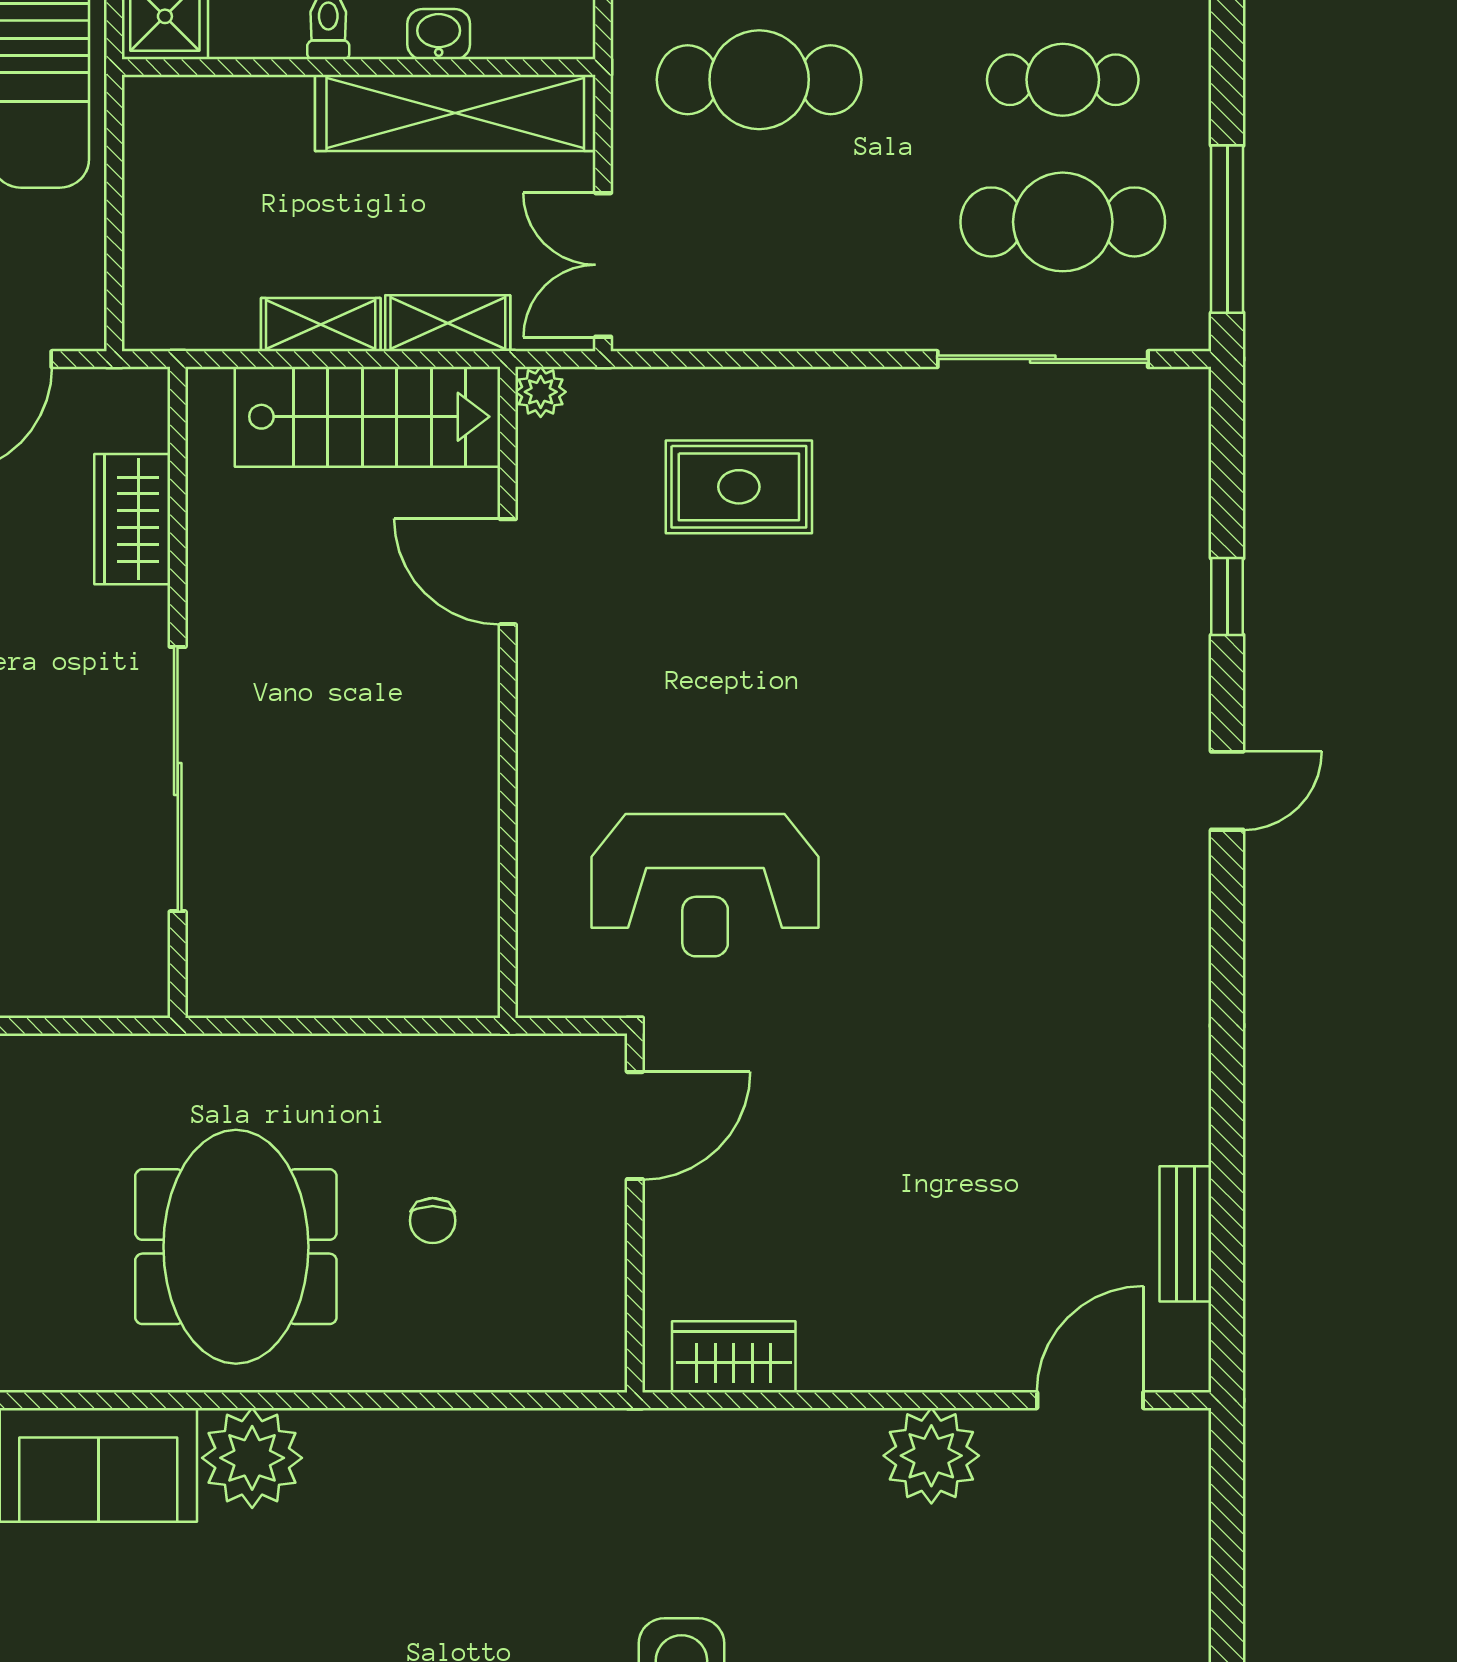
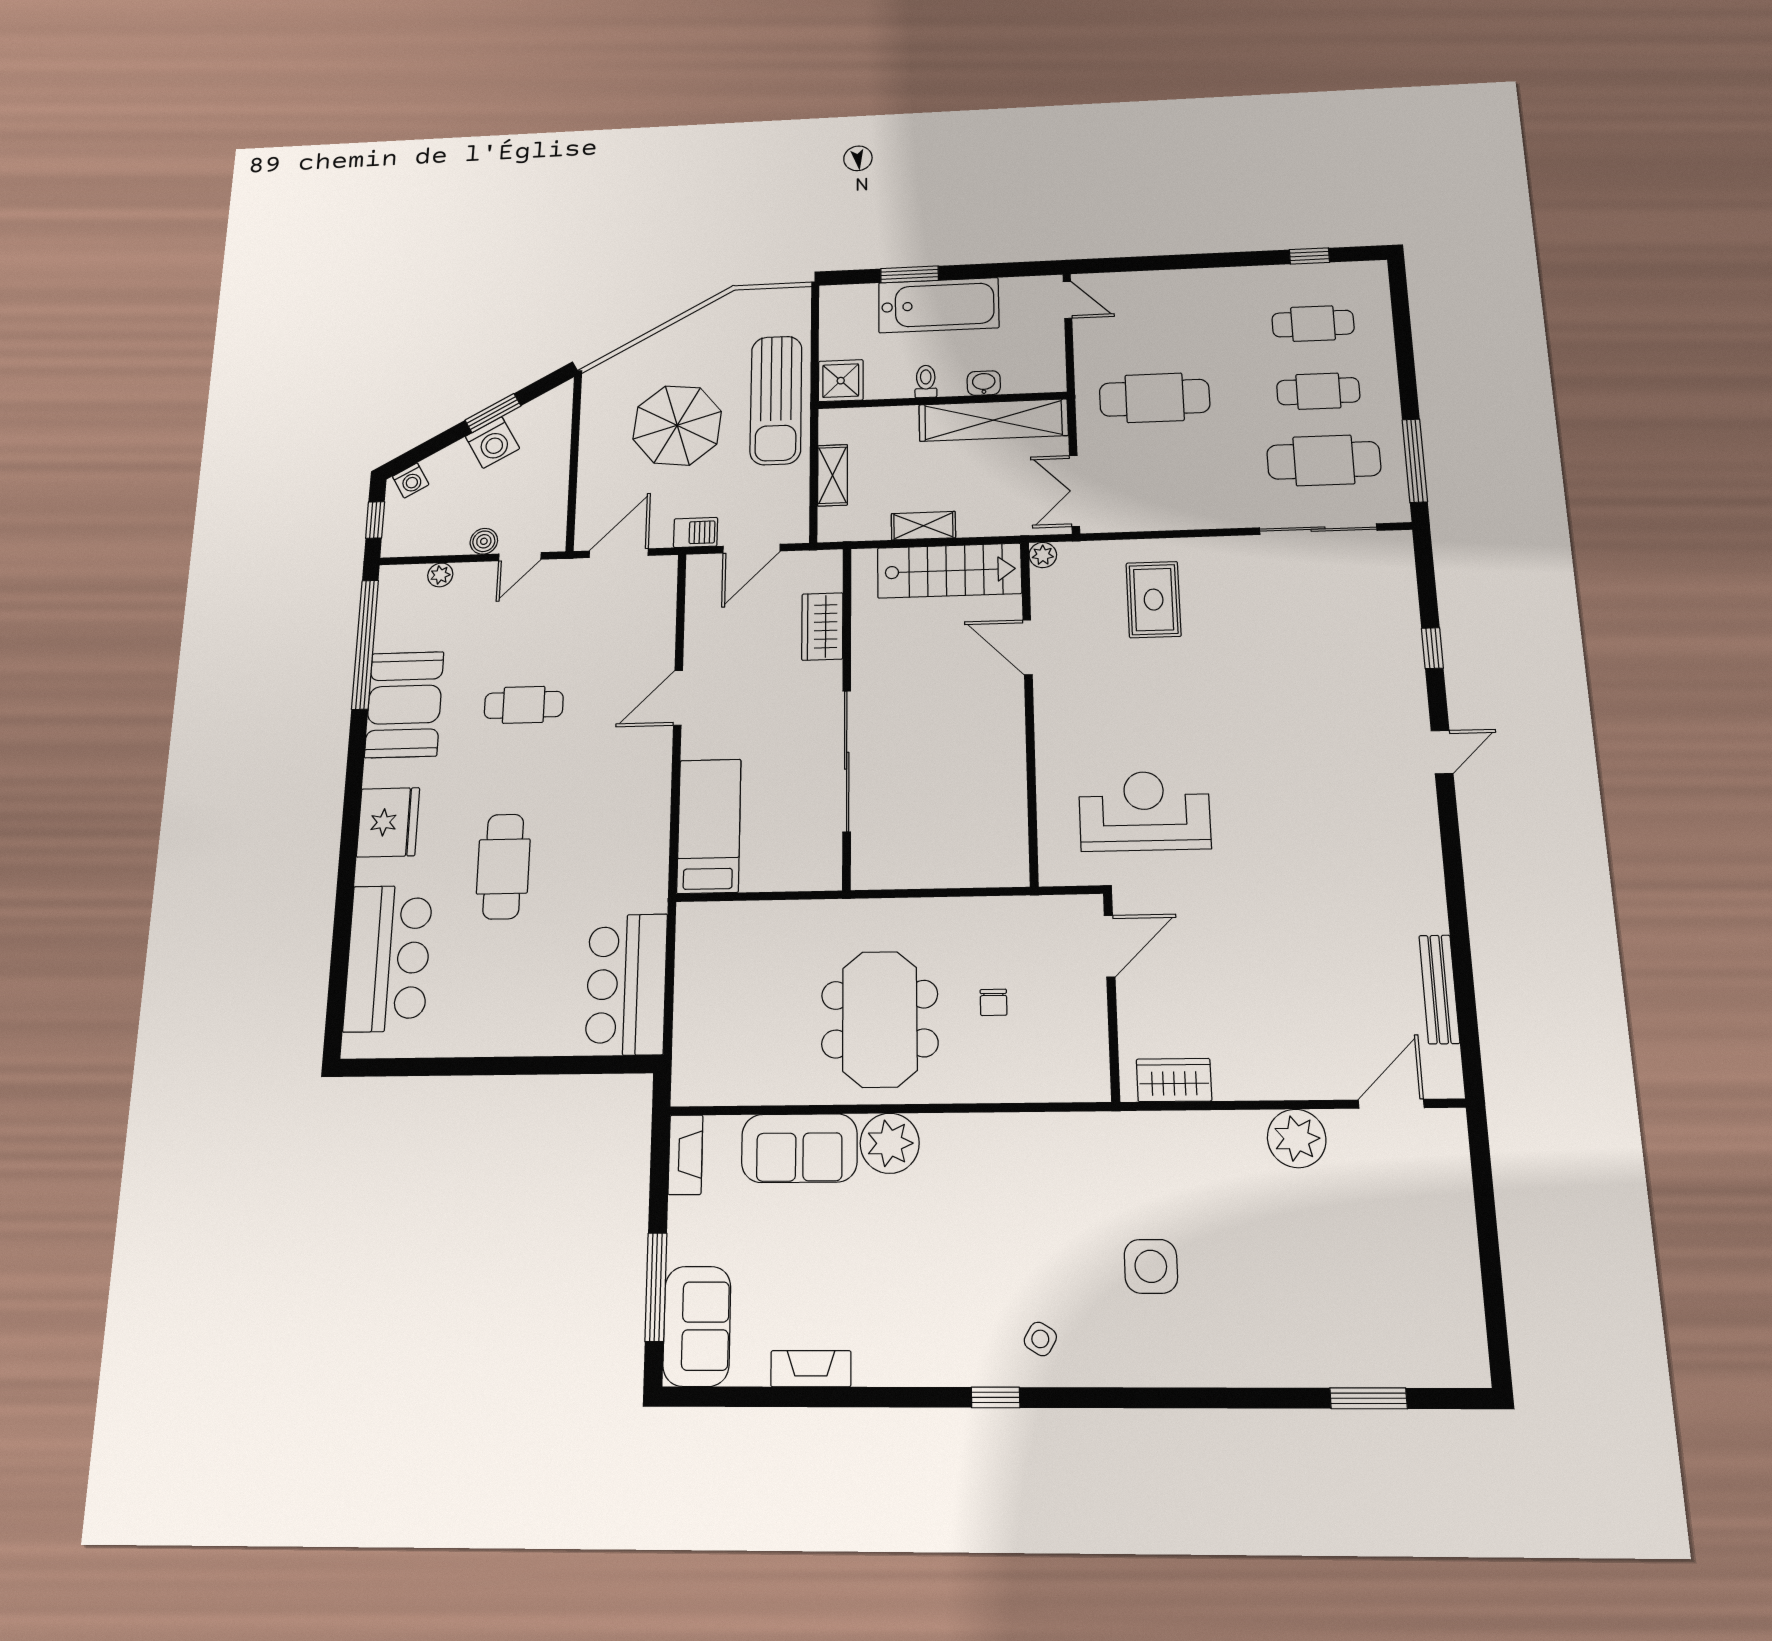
shelving: (448, 323) -> (833, 475), moved, turned 90
rug: (739, 487) -> (1154, 600), turned 90
reception desk: (705, 885) -> (1144, 811), turned 180
bench: (1185, 1234) -> (1439, 989), width x1.36

